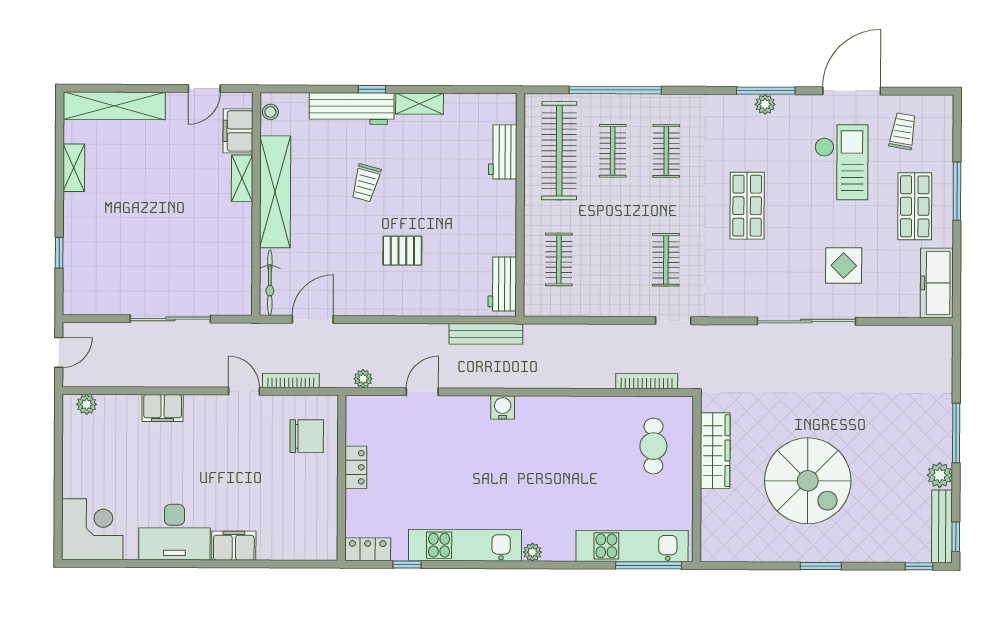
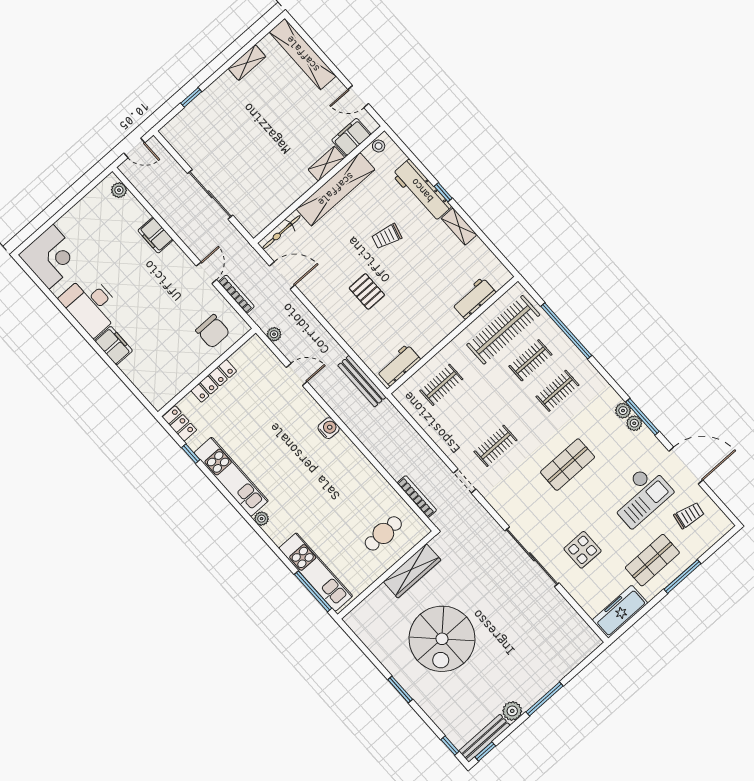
plant: (743, 104) -> (623, 411), added
locker: (356, 467) -> (214, 381), width x1.53

